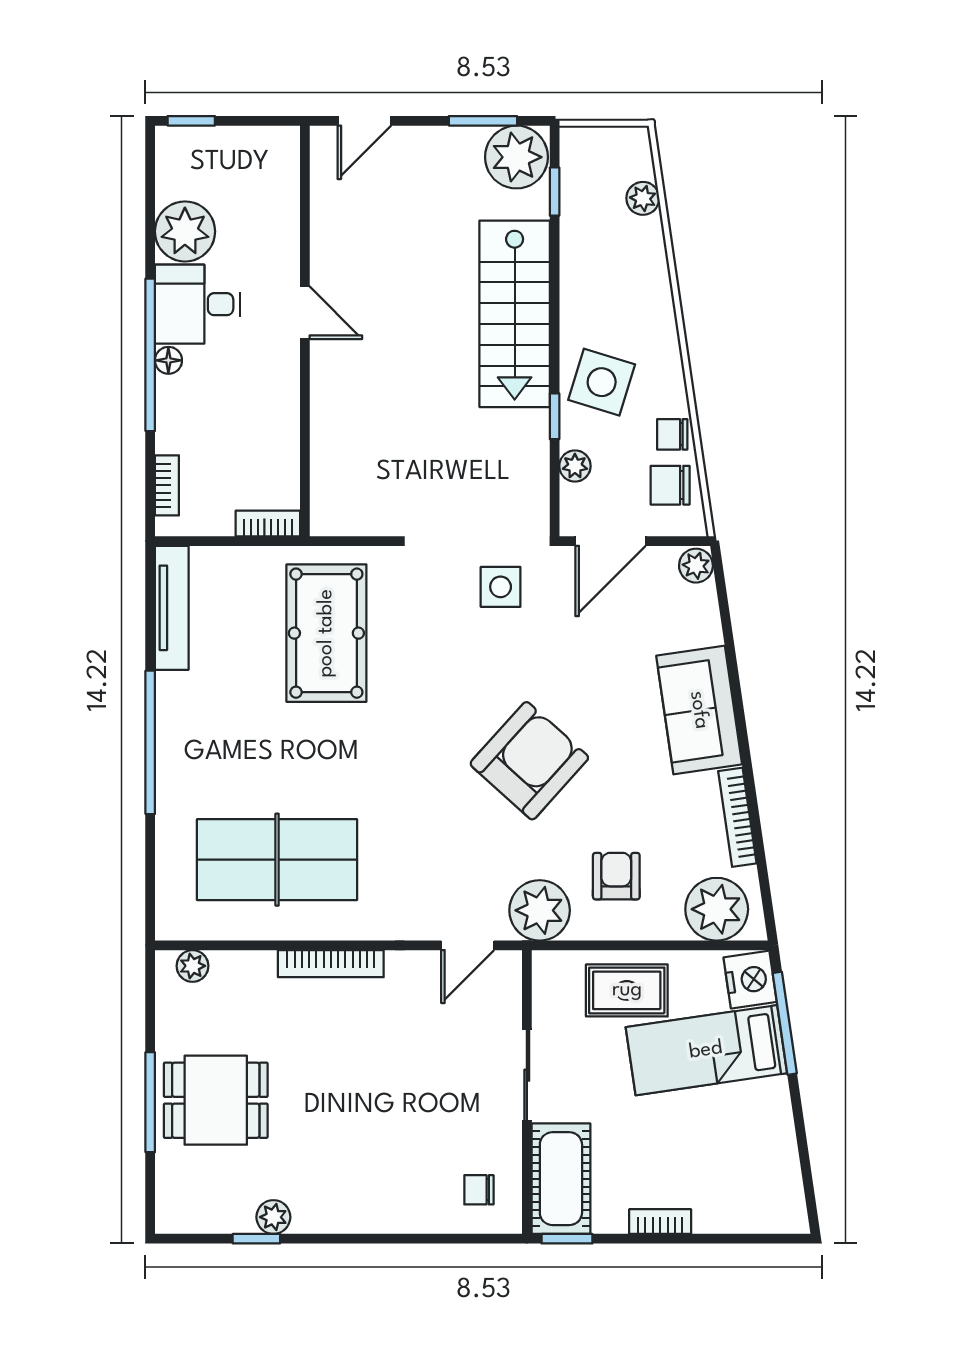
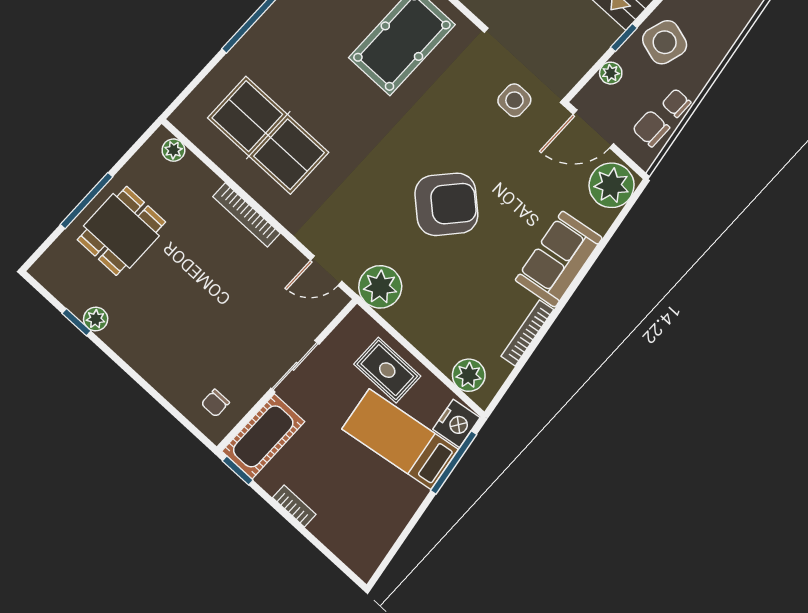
plant: (696, 566) -> (612, 185), width x1.88, depth x1.88
armchair: (616, 876) -> (436, 306), removed
plant: (717, 909) -> (469, 375), width x0.73, depth x0.73
dining table: (216, 1100) -> (121, 231), turned 90
chair: (479, 1190) -> (215, 403), turned -90

